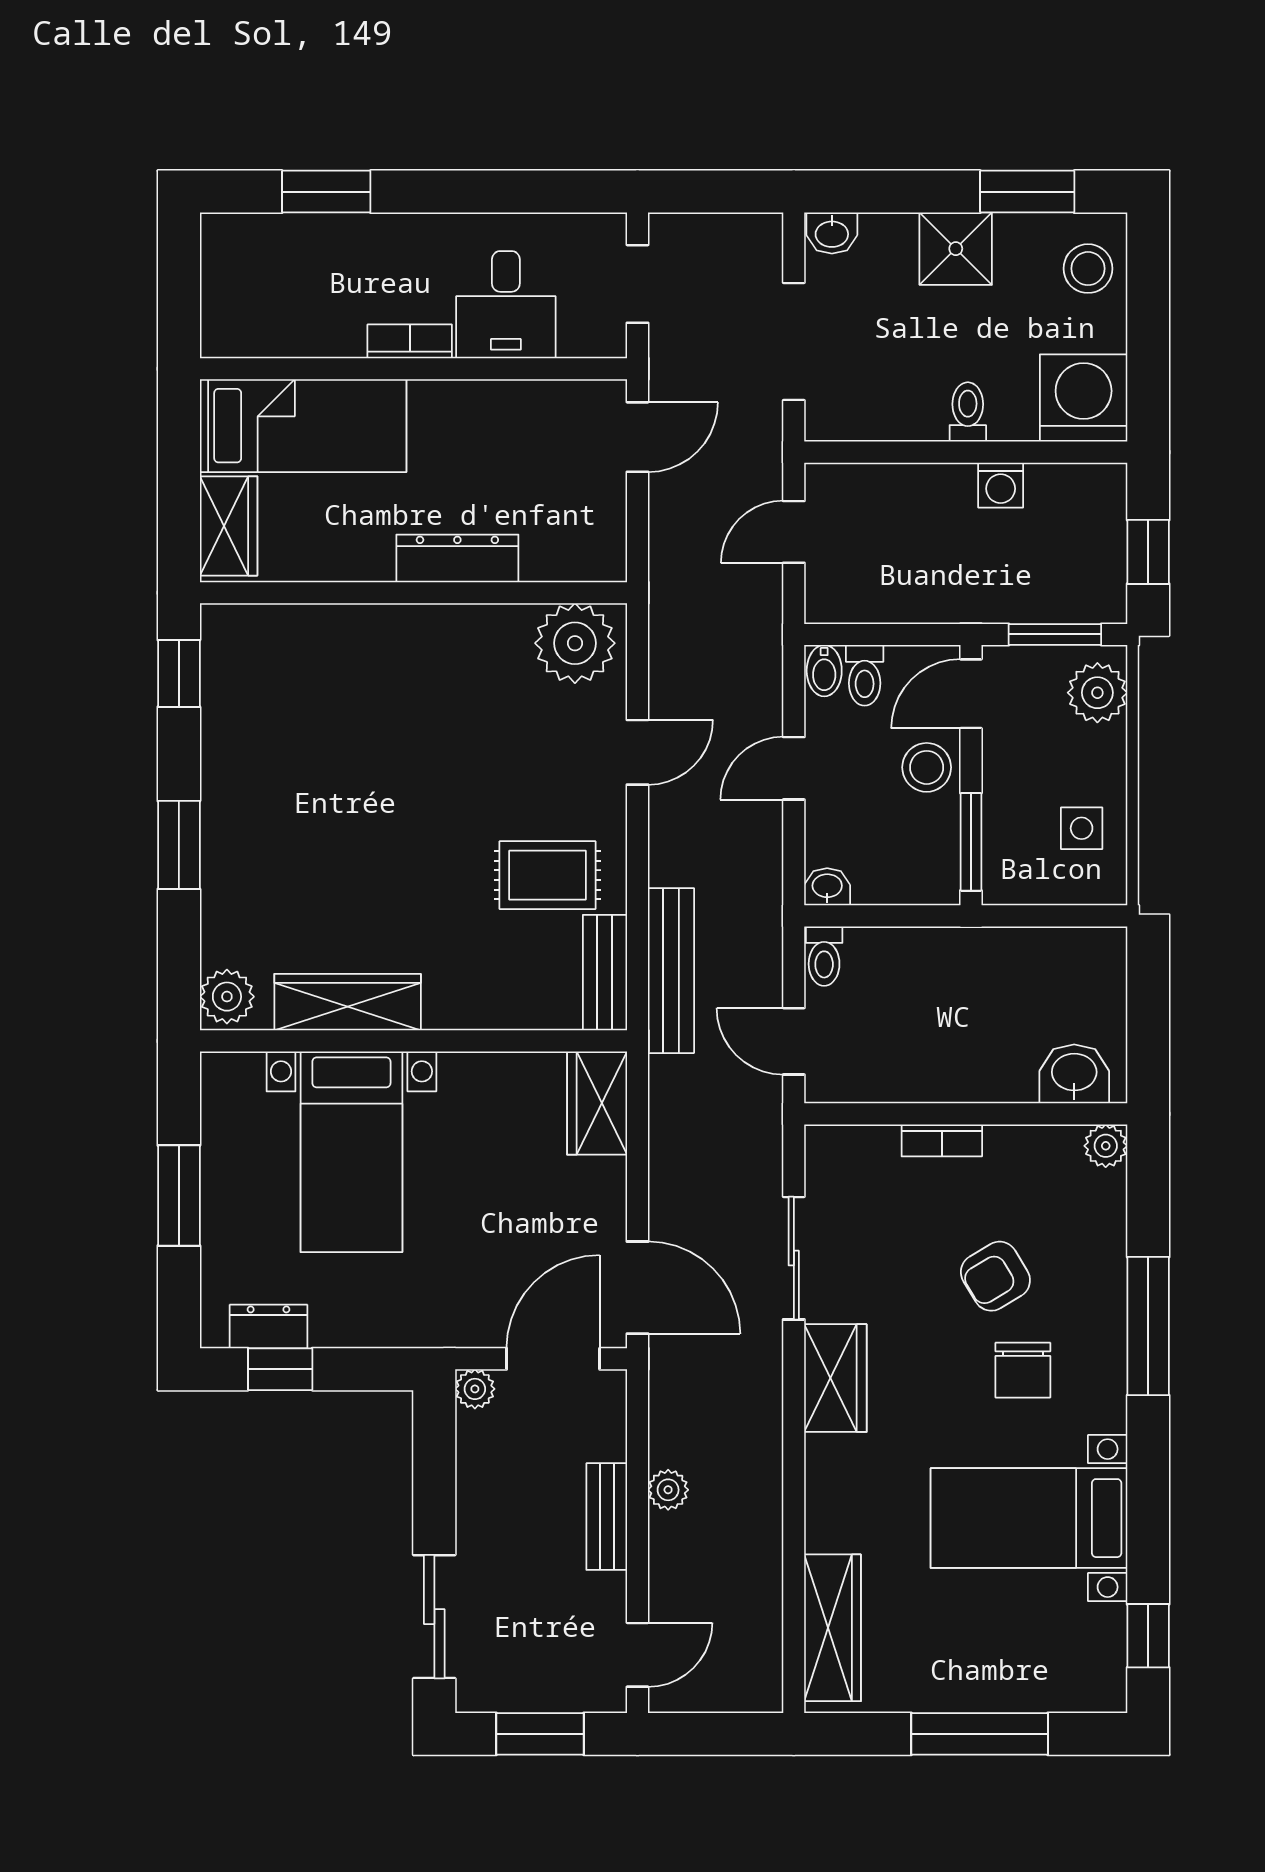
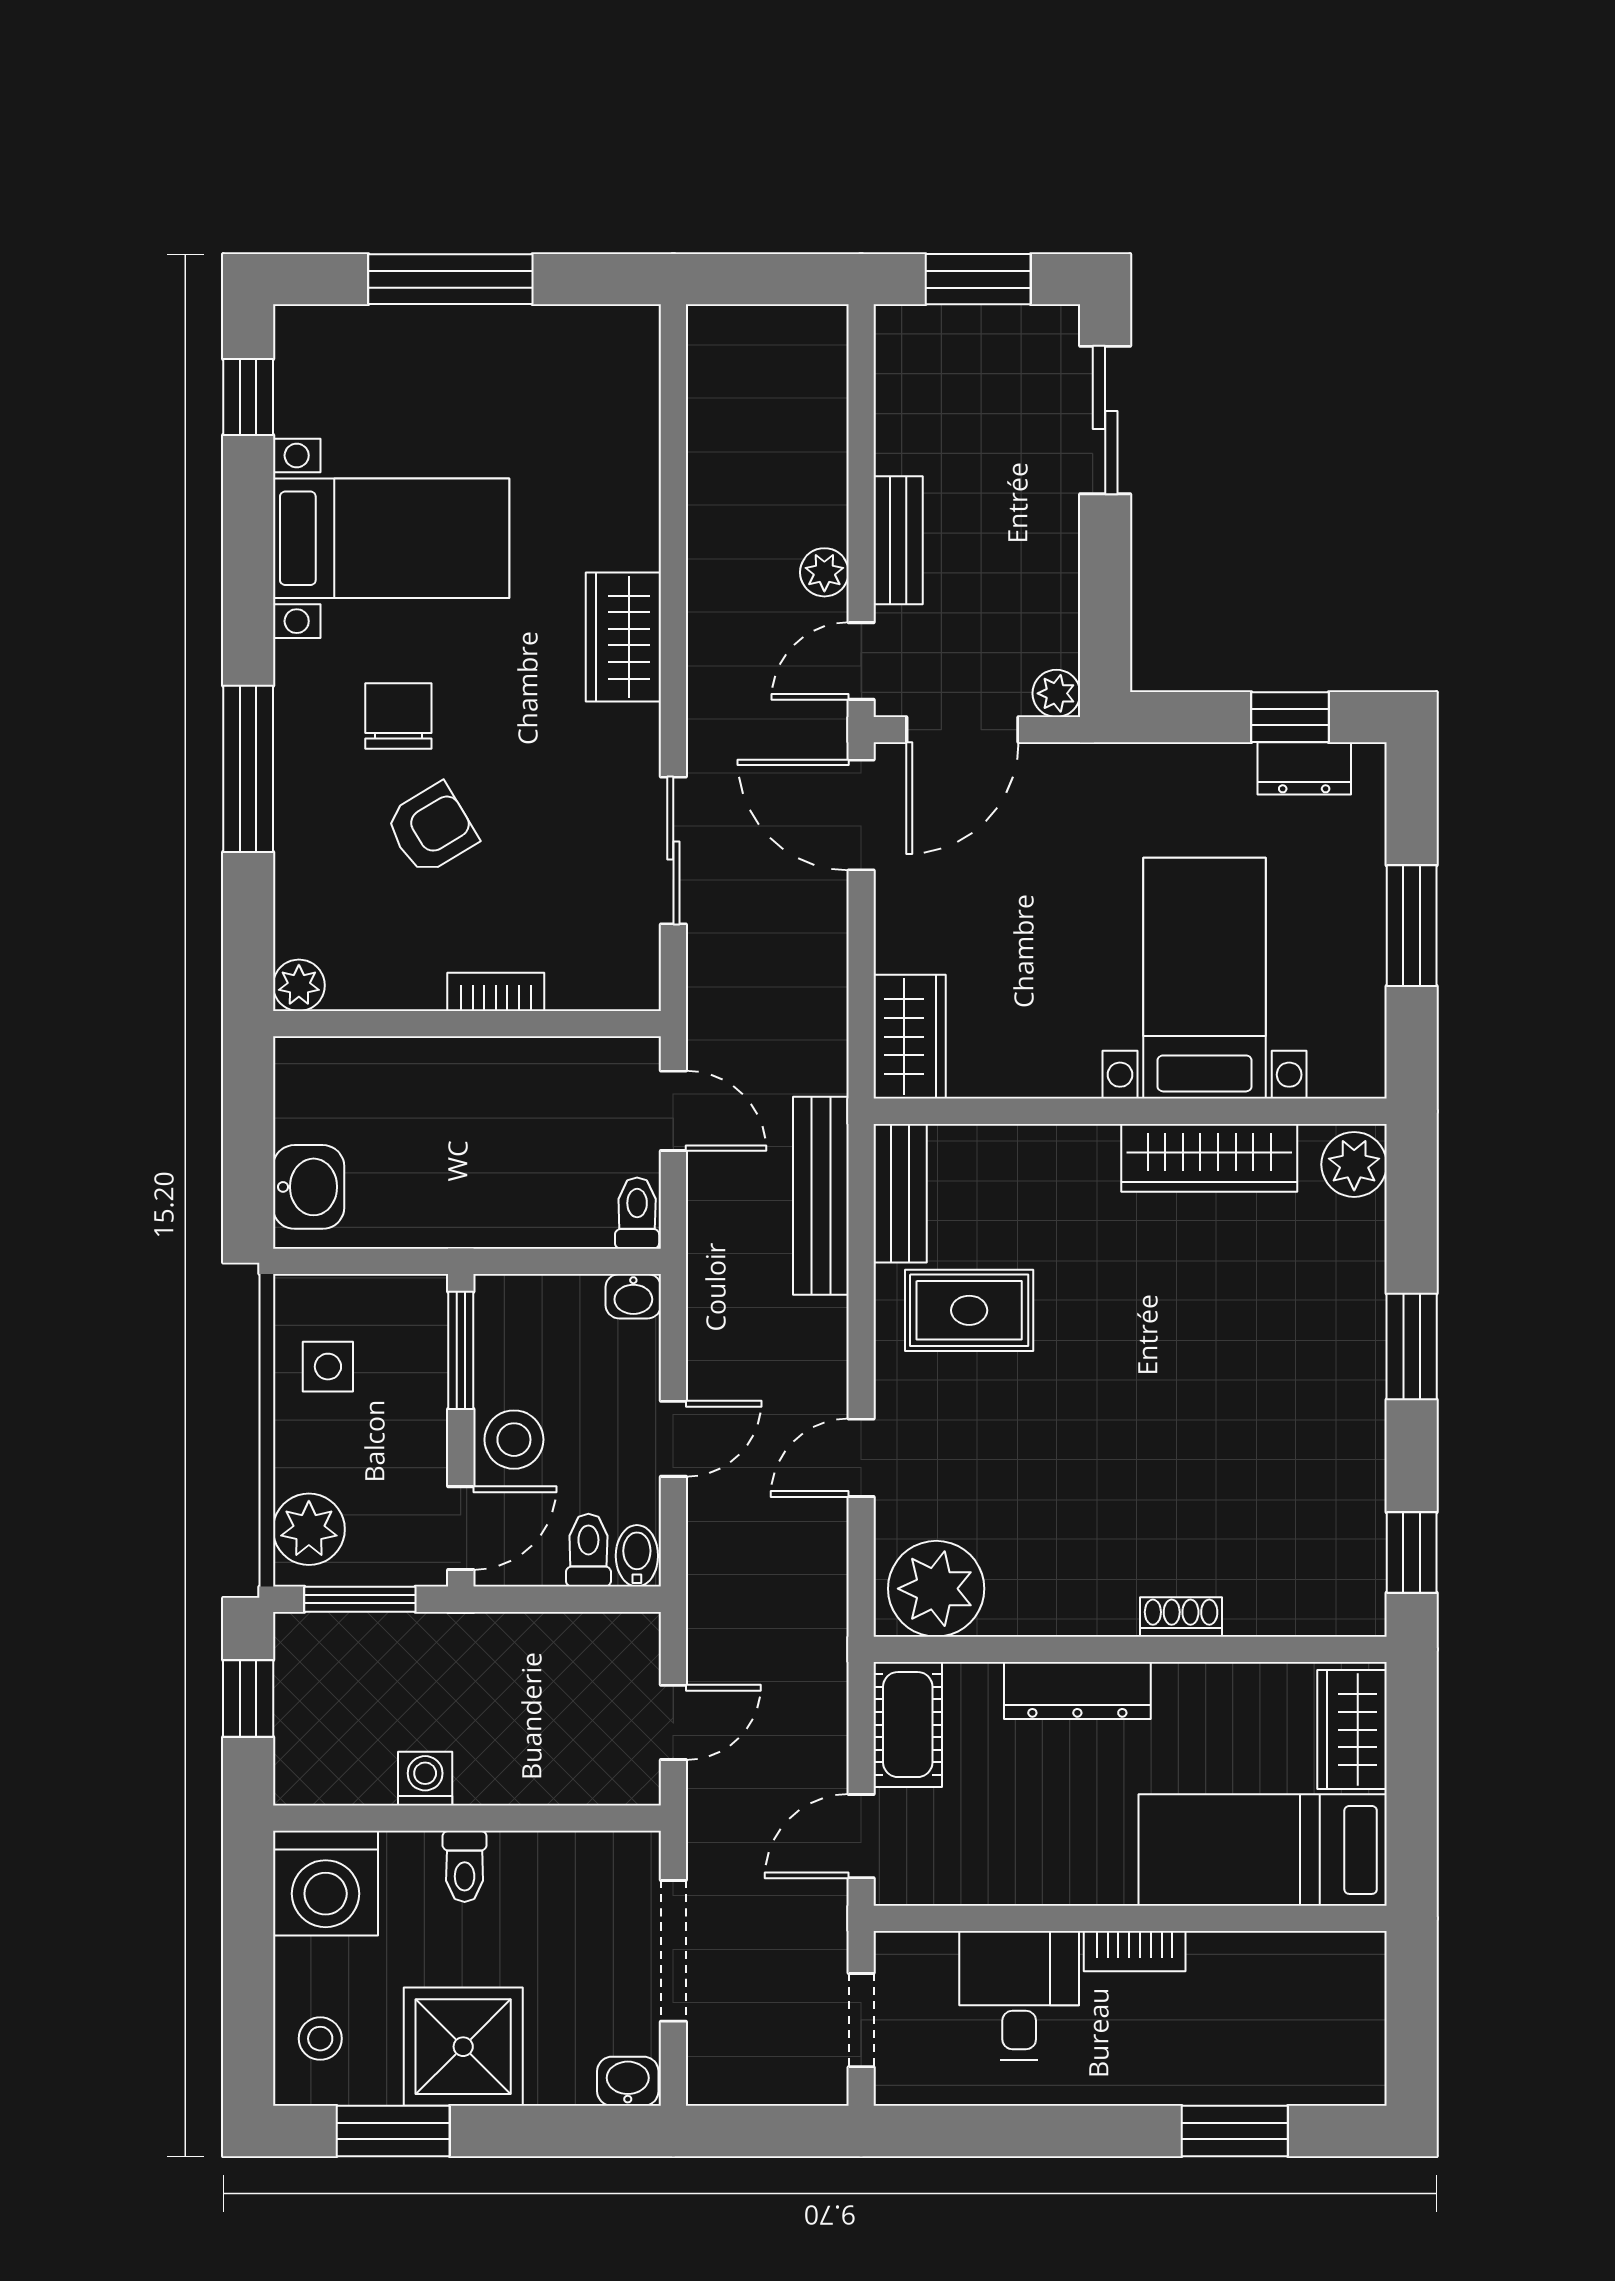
shower: (956, 249) -> (463, 2047), width x1.36, depth x1.36
stool: (1088, 269) -> (320, 2039), width x0.73, depth x0.73
cot: (599, 530) -> (908, 1725), added
shoe rack: (371, 620) -> (1181, 1617), added
washbasin: (1074, 1074) -> (309, 1187), moved, turned -90
wardrobe: (835, 1378) -> (623, 637), moved
wardrobe: (833, 1628) -> (627, 407), removed
door: (637, 1655) -> (861, 661), moved

